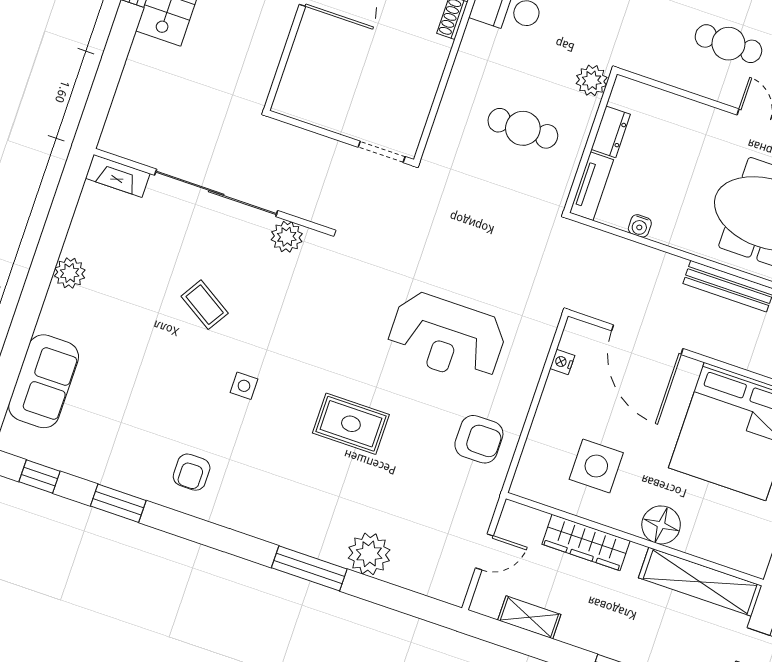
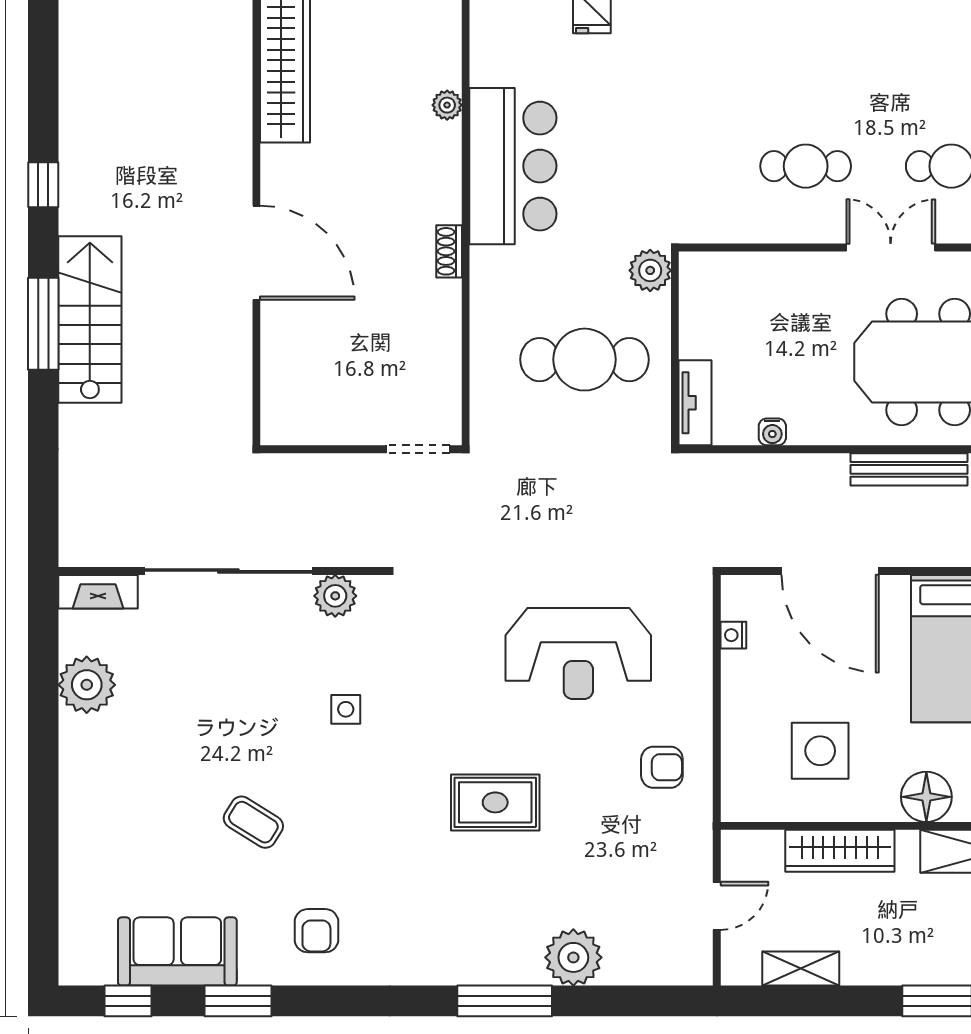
cafe table: (523, 128) -> (585, 360), width x1.37, depth x1.35
dresser: (611, 132) -> (696, 327), removed
plant: (70, 273) -> (87, 685), moved, width x1.36, depth x1.36
coffee table: (205, 305) -> (253, 822), moved
sofa: (44, 381) -> (177, 951), moved, turned -90
side table: (244, 386) -> (346, 709), moved
armchair: (479, 439) -> (662, 767), width x0.72, depth x0.72

